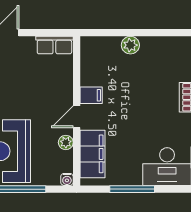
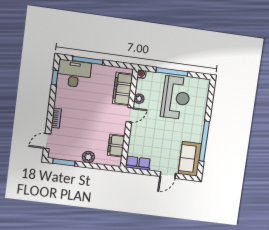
window: (166, 33) -> (64, 162), added
filing cabinet: (91, 95) -> (116, 146), moved, width x2.00
window: (132, 189) -> (88, 60), moved

